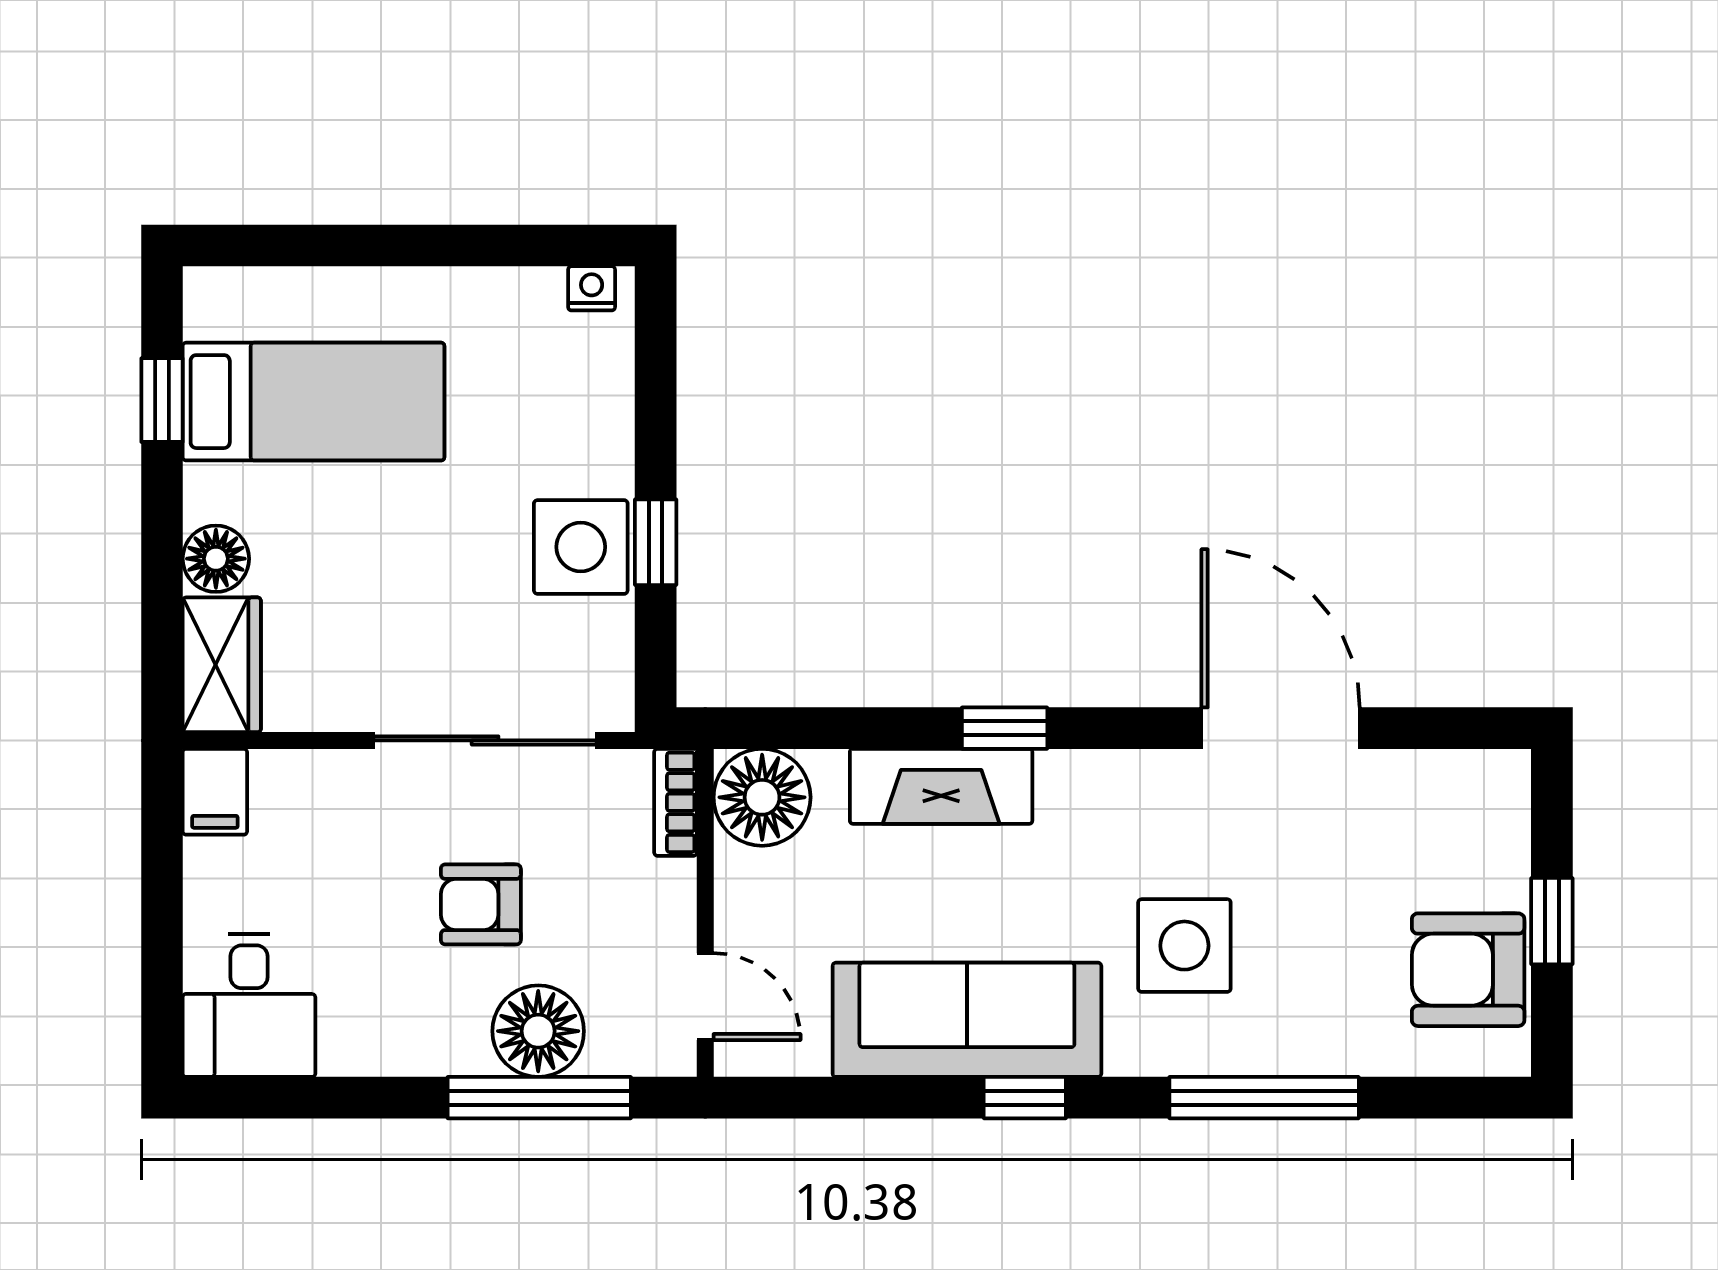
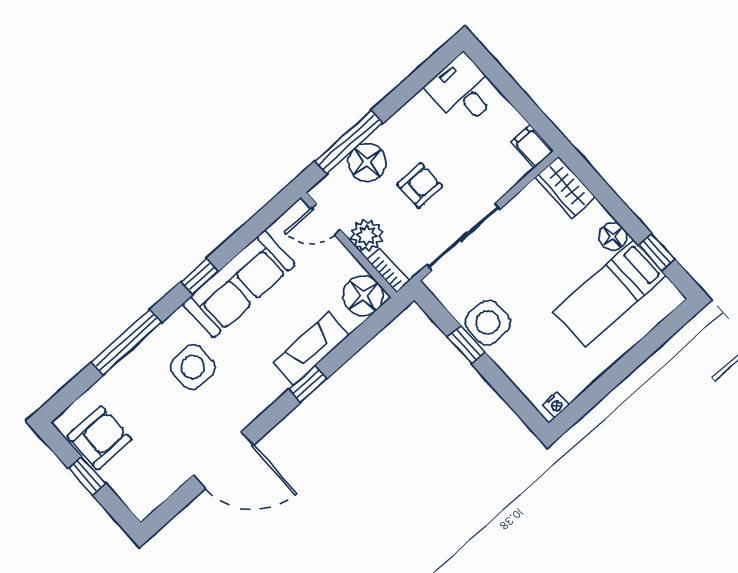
floor lamp: (216, 559) -> (613, 237), moved
plant: (658, 901) -> (367, 235), added

